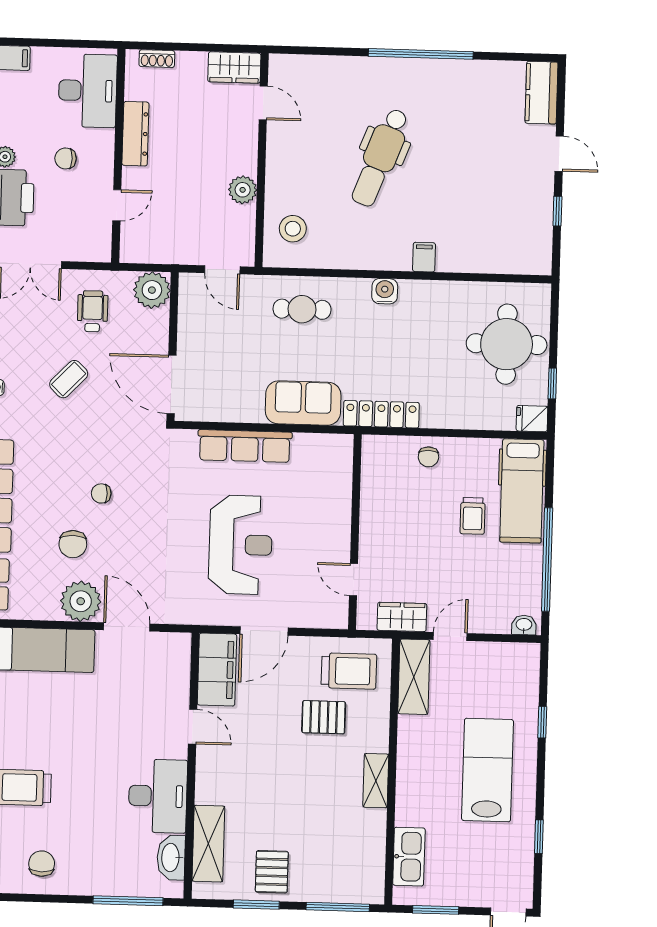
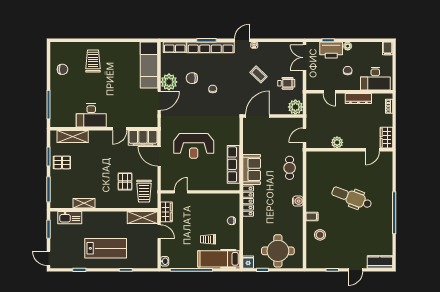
stool: (293, 229) -> (320, 235), moved
row of seats: (245, 446) -> (234, 164), moved
shelving: (376, 781) -> (84, 203), moved
washbasin: (171, 858) -> (66, 122), removed

